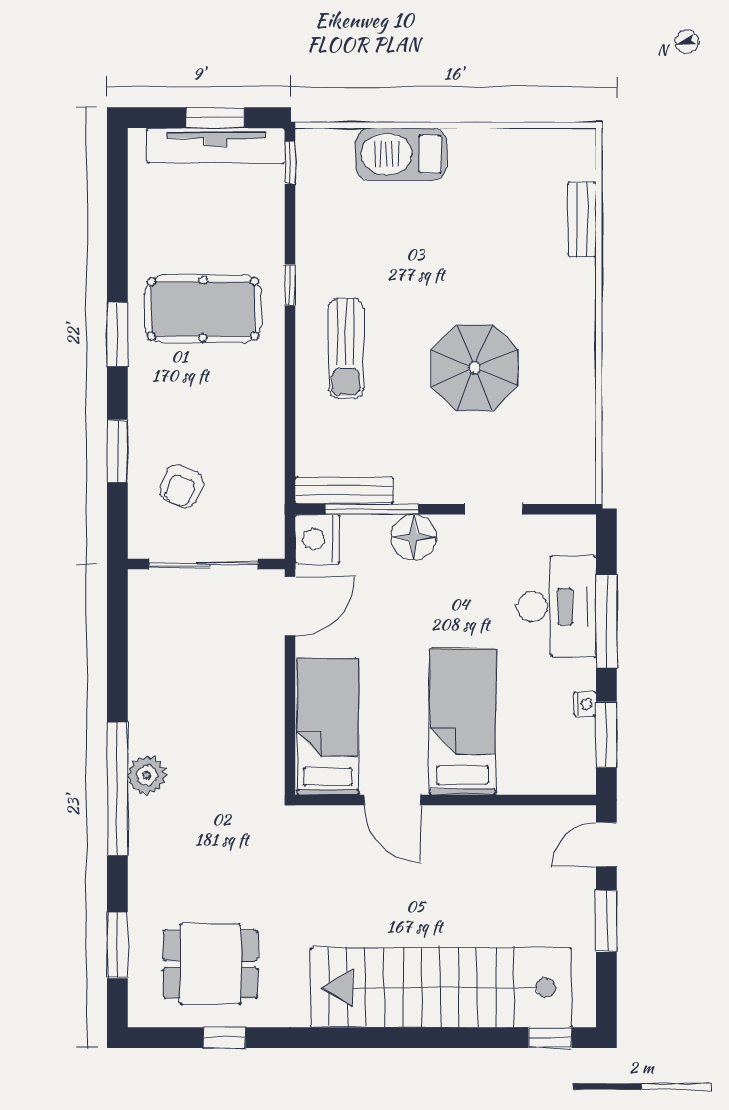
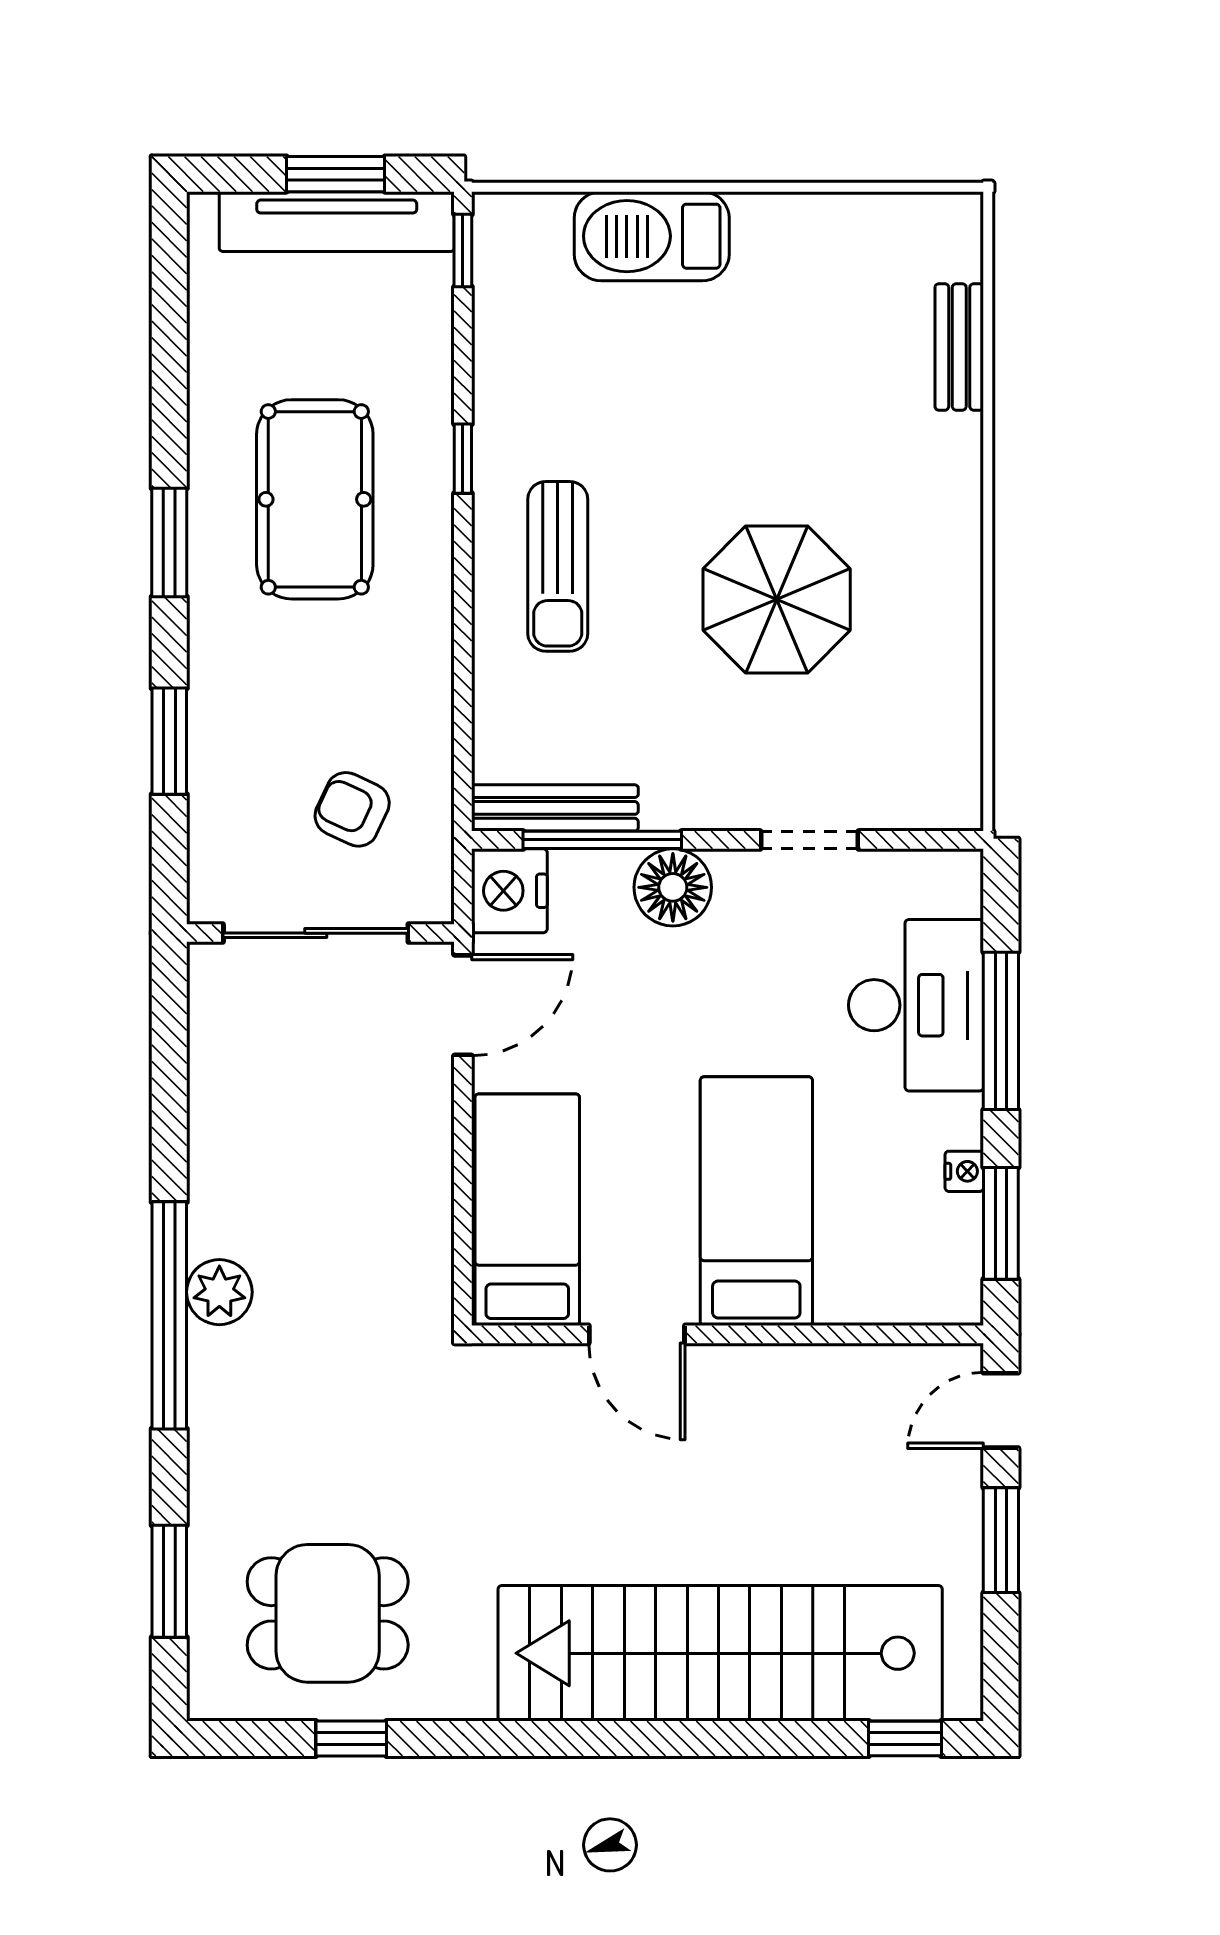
pool table: (203, 309) -> (315, 499), turned 90
armchair: (181, 486) -> (352, 809), moved, turned 93

